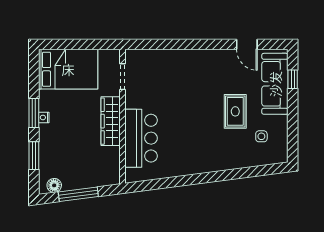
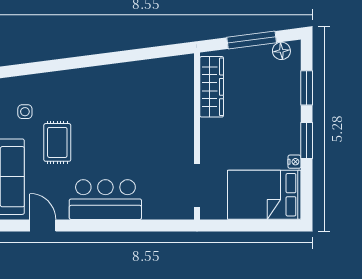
doorway: (122, 77) -> (197, 186), width x1.38
nightstand: (44, 117) -> (294, 162), moved
wardrobe: (111, 121) -> (212, 87), moved
bar counter: (141, 138) -> (105, 200), moved, turned 90

